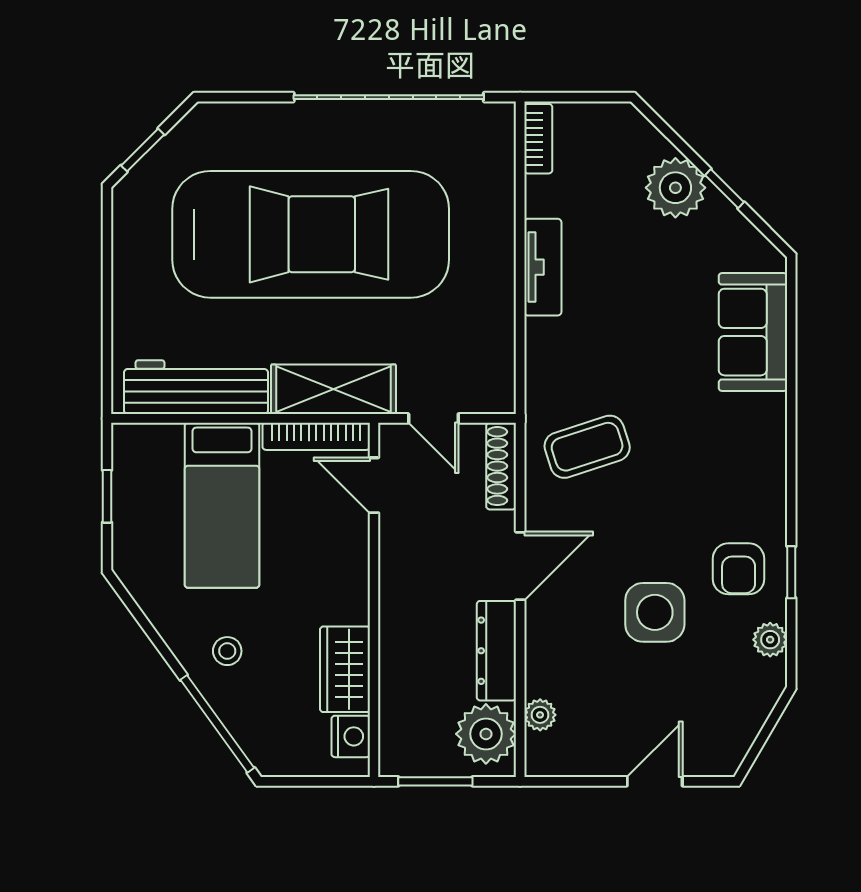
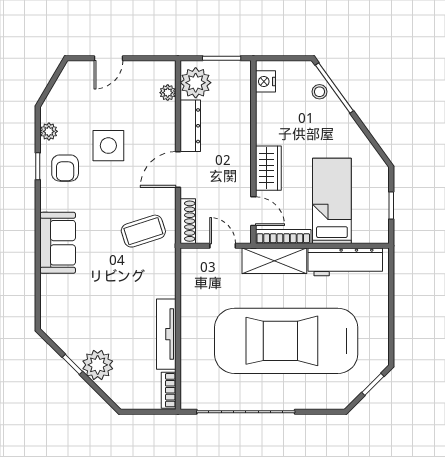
tv unit: (543, 267) -> (166, 334), width x1.41
sofa: (753, 332) -> (58, 243), moved
armchair: (739, 569) -> (65, 168), turned 180
stool: (227, 651) -> (319, 92), moved
wardrobe: (345, 669) -> (268, 168), moved

